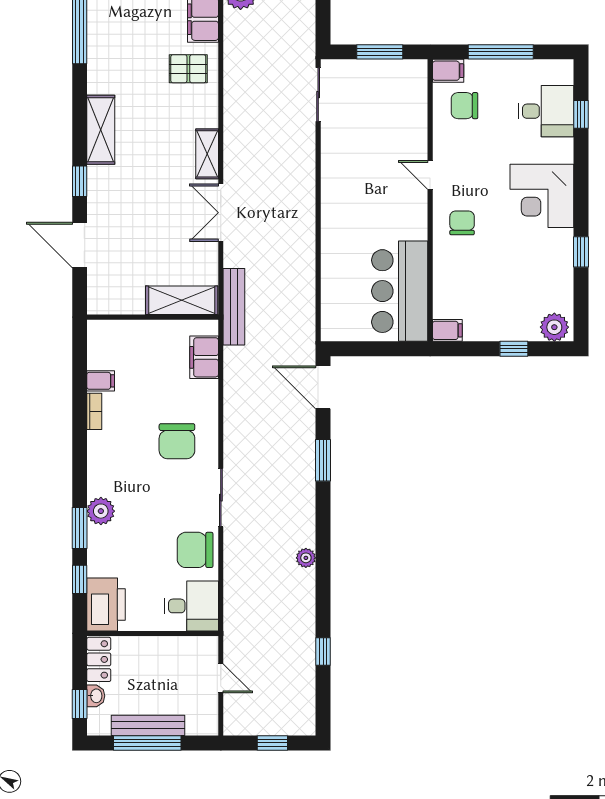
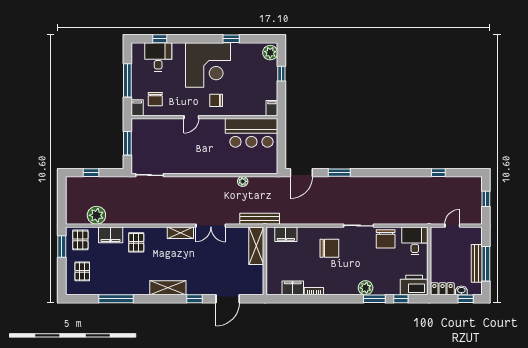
corner desk: (542, 196) -> (208, 65), width x1.36, depth x1.36
filing cabinet: (101, 381) -> (293, 288), width x2.00
plant: (306, 558) -> (243, 181), moved

